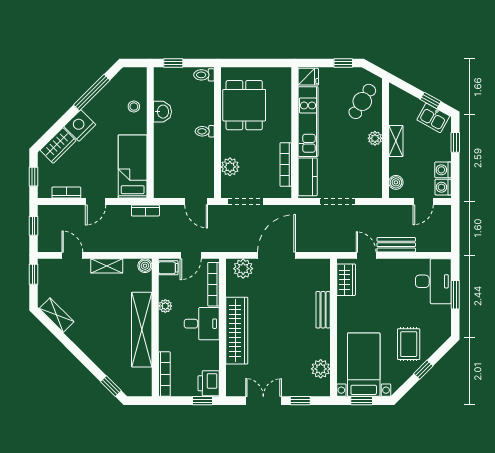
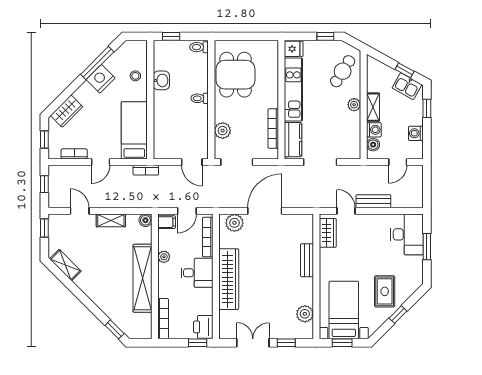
nightstand: (80, 126) -> (101, 79), moved
washing machine: (443, 187) -> (374, 130), moved, turned 180

